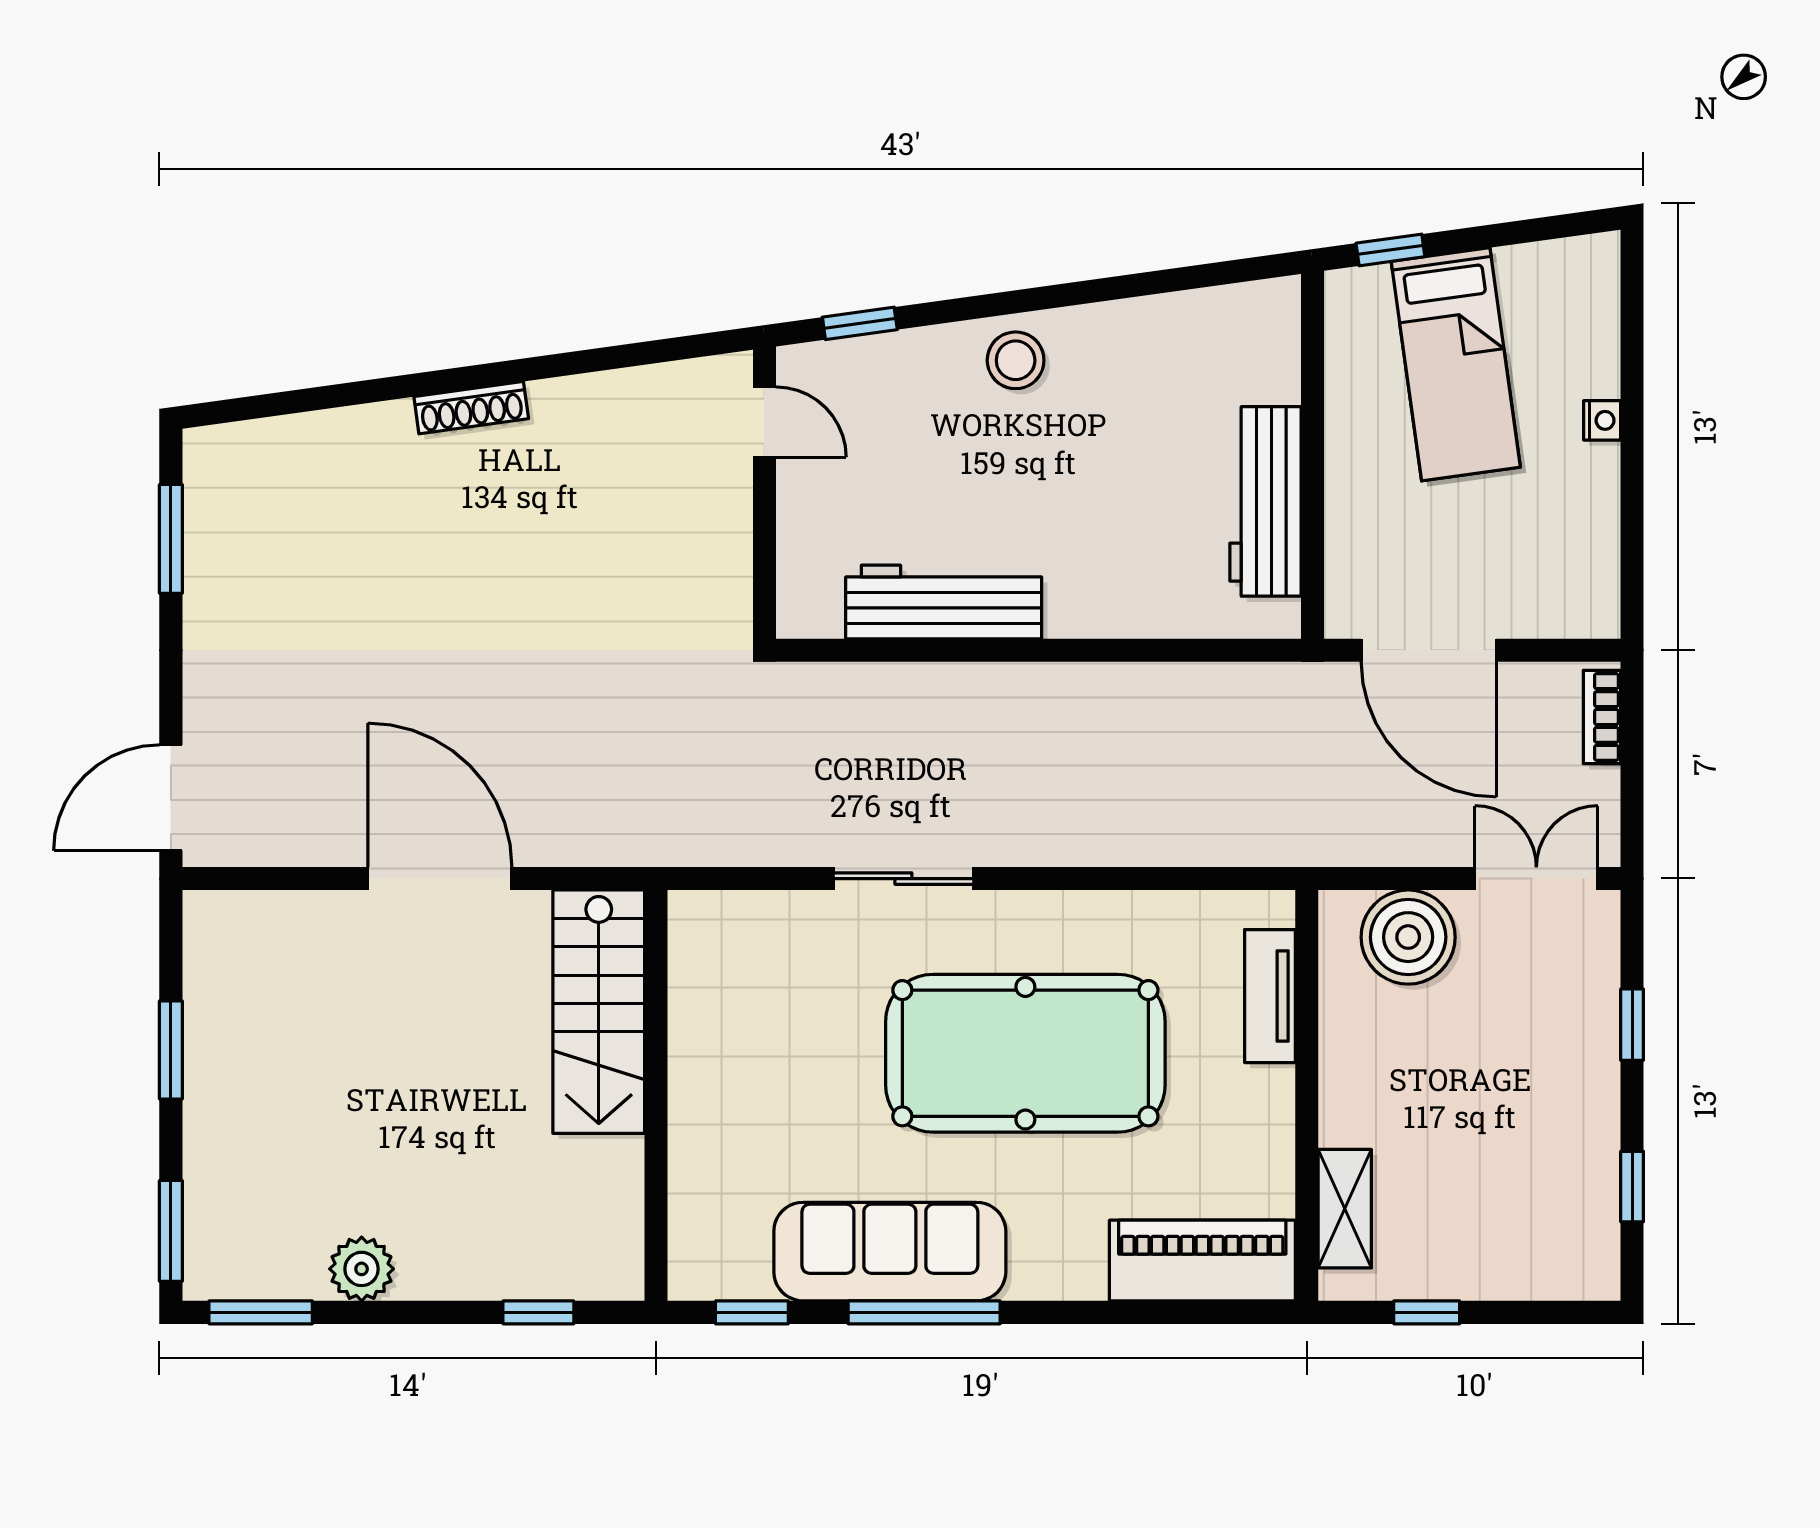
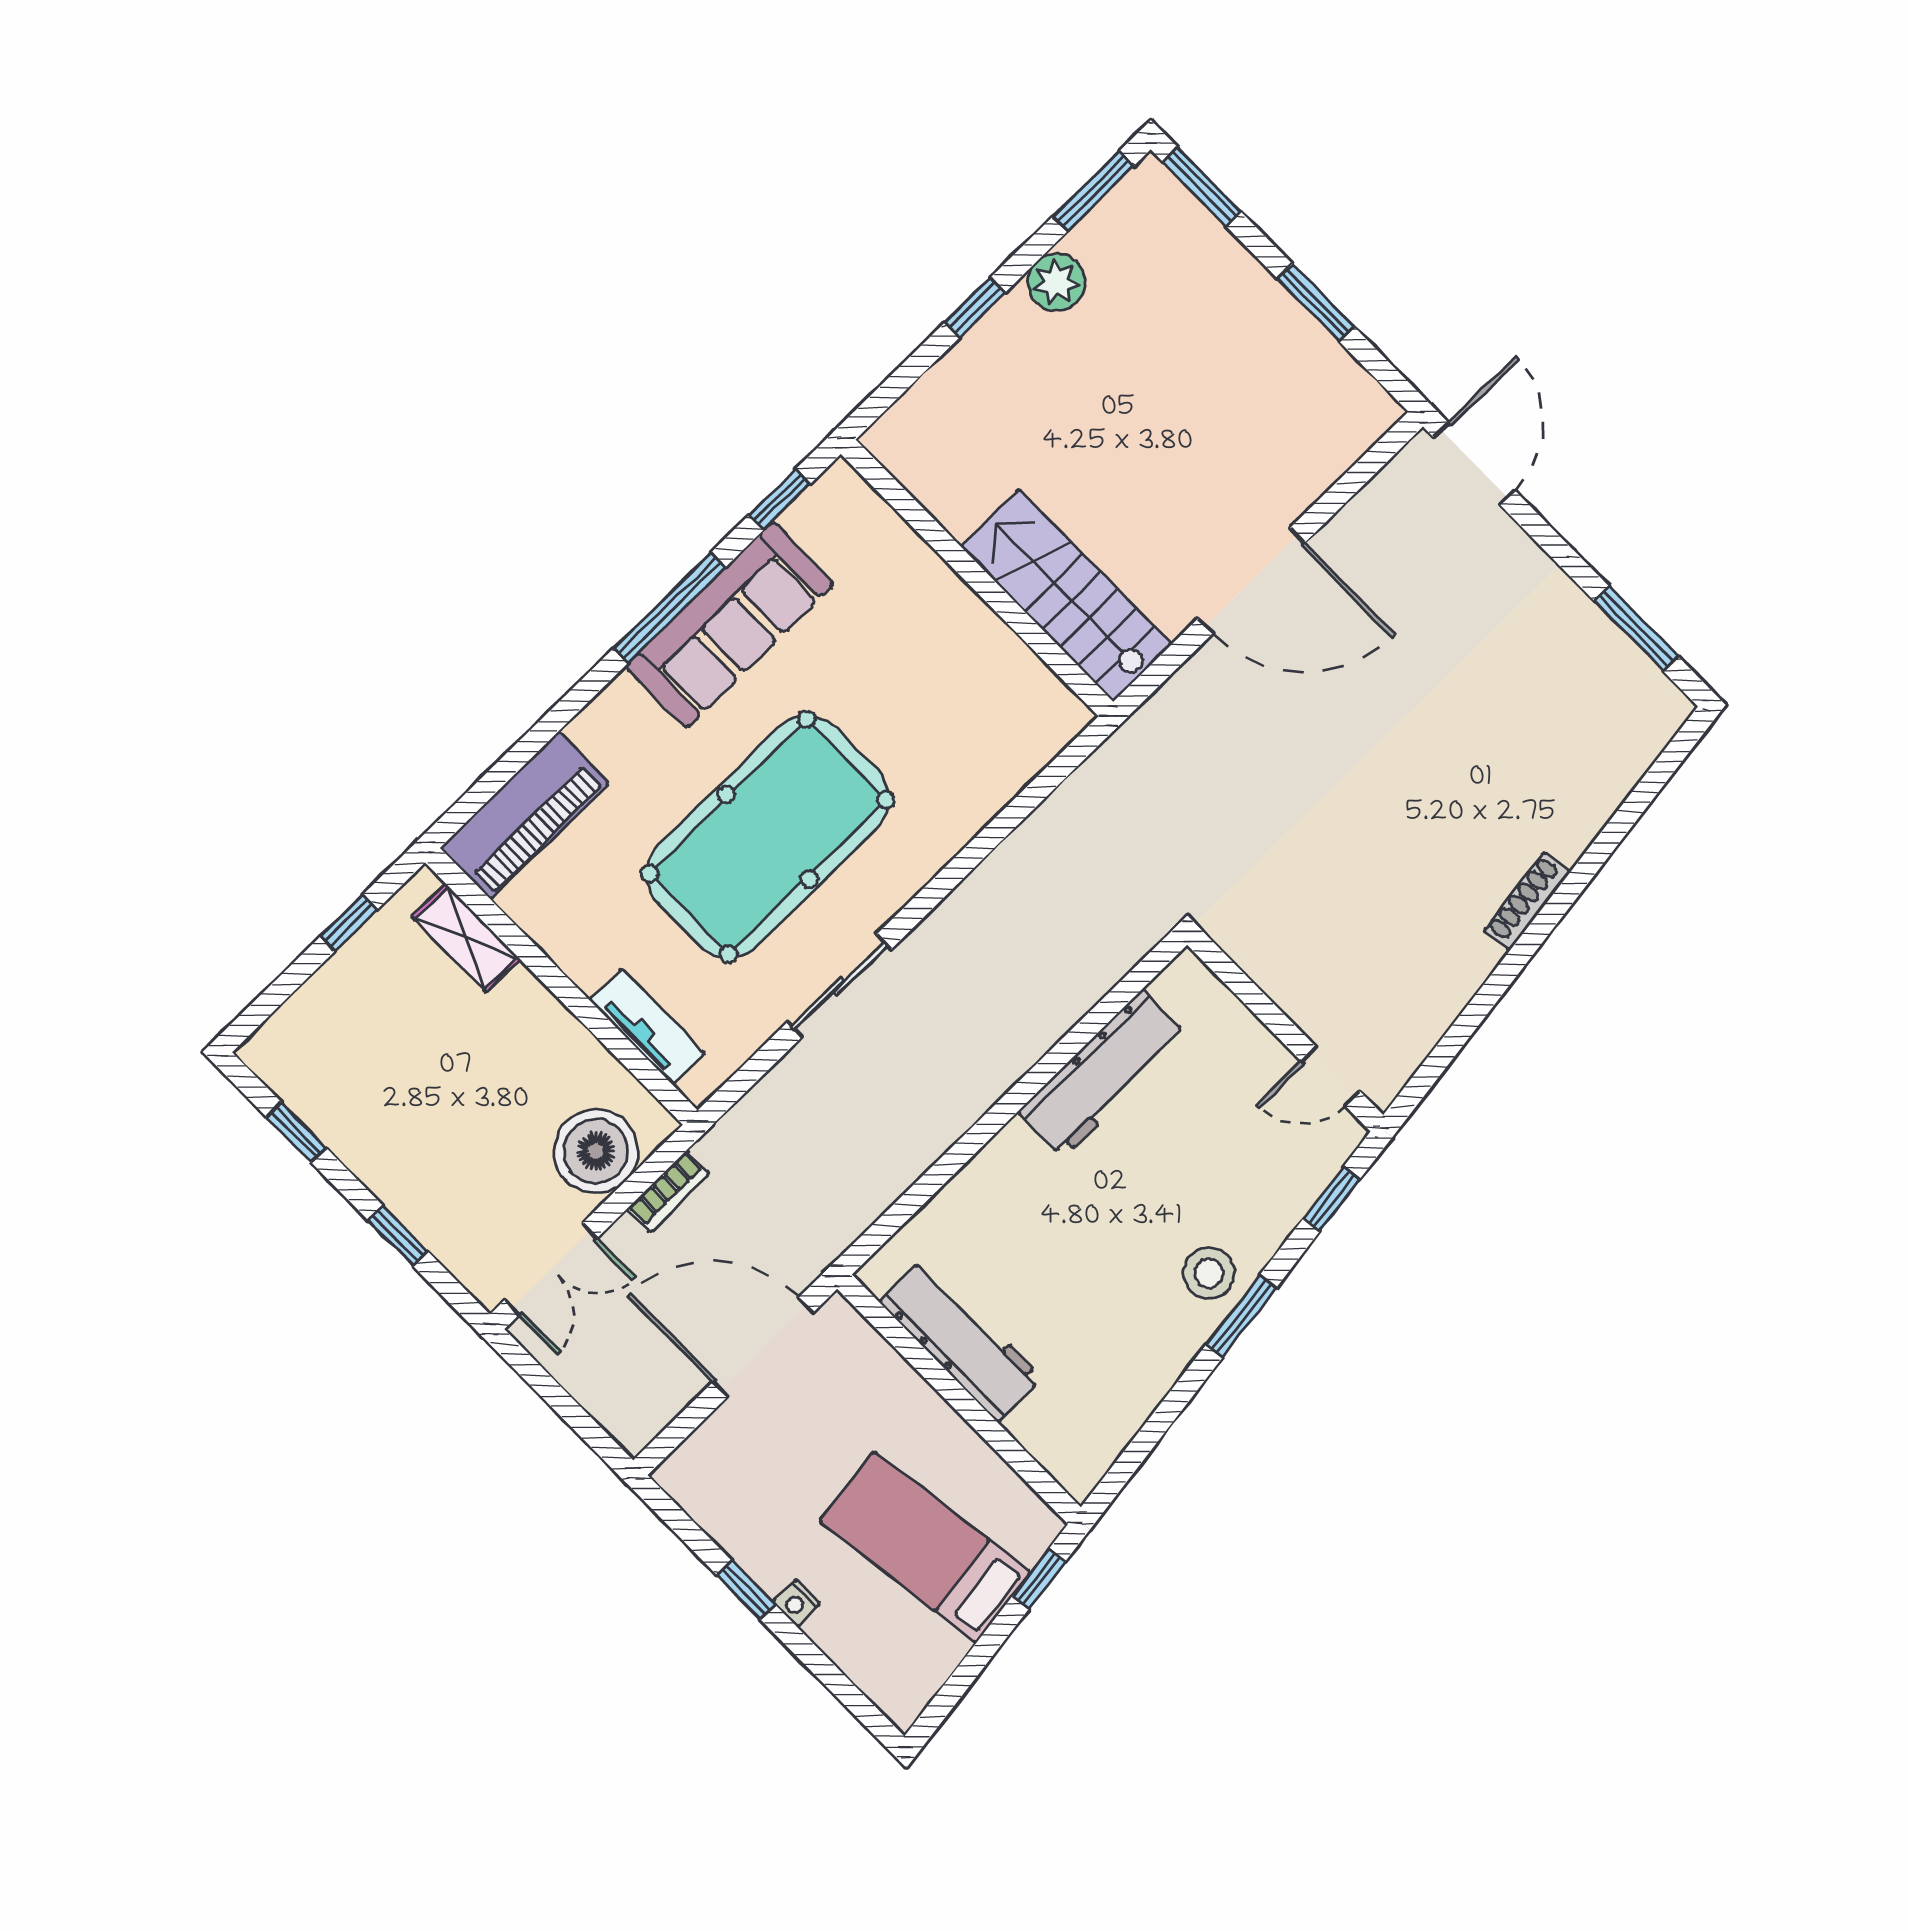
window: (1023, 301) -> (1241, 1316), added
window: (1632, 470) -> (746, 1590), added
bookcase: (1602, 717) -> (668, 1191), moved, turned 90
sliding door: (903, 879) -> (839, 986), moved
window: (538, 1312) -> (975, 308), moved

